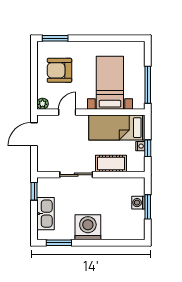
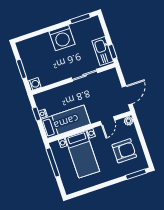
cot: (111, 163) -> (61, 93), removed
washing machine: (138, 203) -> (34, 84), moved
kitchen sink: (45, 214) -> (103, 51), moved

